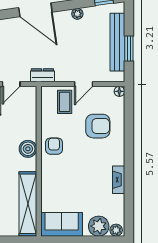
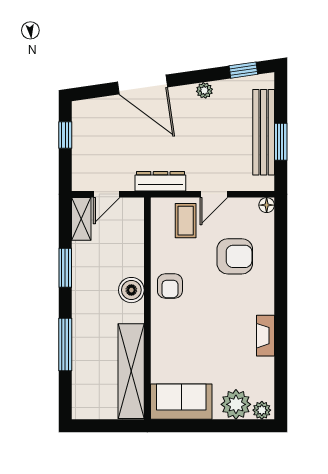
dresser: (42, 75) -> (160, 181), width x1.44
armchair: (54, 146) -> (170, 286), turned 180

